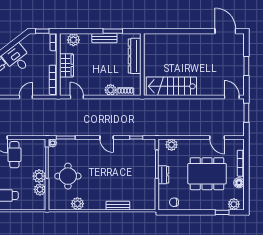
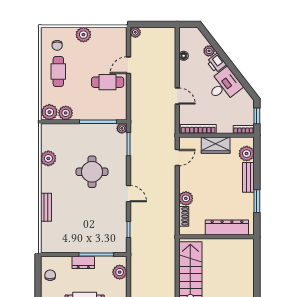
bench: (104, 38) -> (248, 177), moved
door: (107, 137) -> (128, 194), swing flipped
plant: (39, 176) -> (49, 112), moved
round table: (68, 176) -> (92, 172), moved

